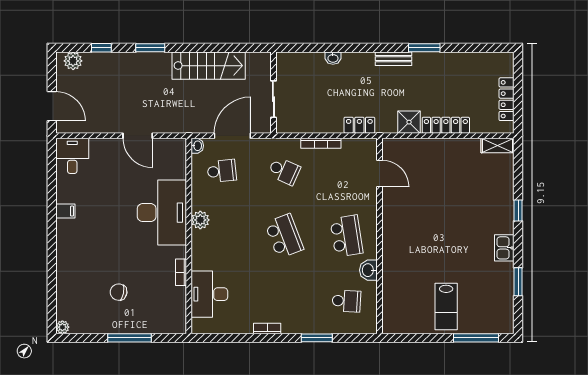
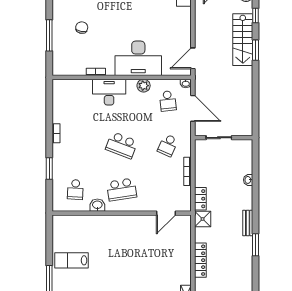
stairs: (209, 66) -> (243, 40), moved
shower: (409, 122) -> (203, 219), moved
door: (138, 136) -> (193, 58), moved
plant: (200, 220) -> (144, 86), moved
school desk: (284, 236) -> (122, 145), turned 42
desk: (209, 294) -> (109, 92), moved

